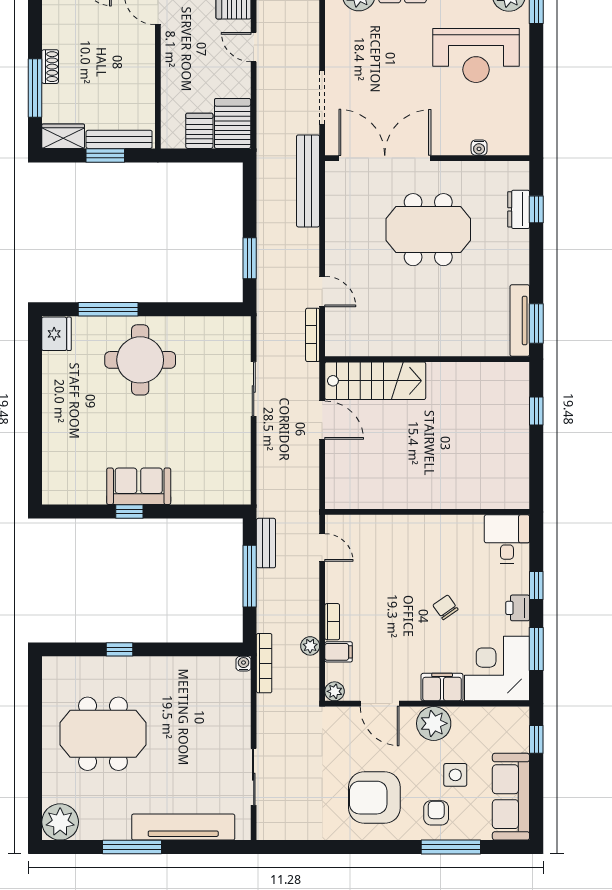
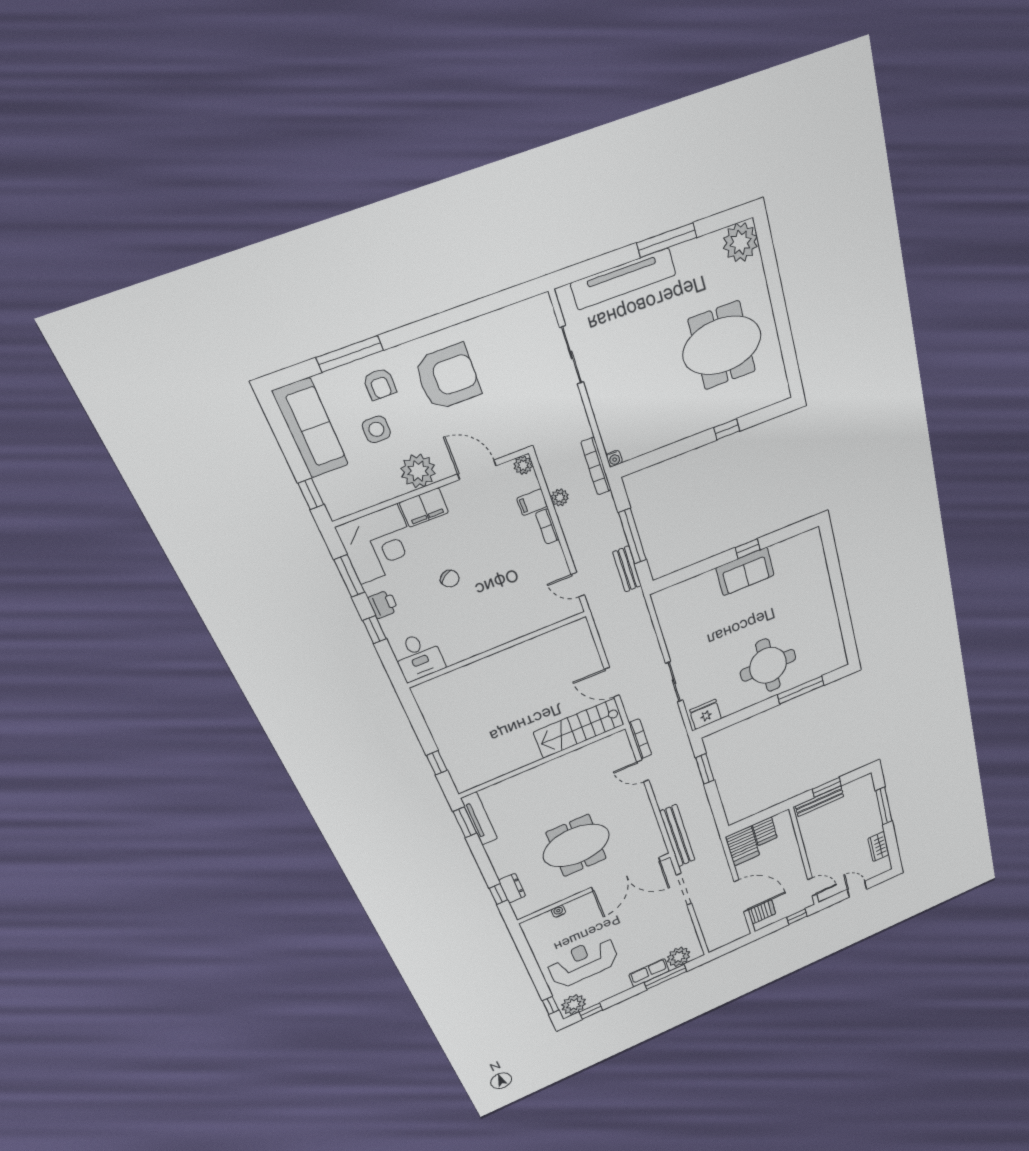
door: (254, 47) -> (741, 896), width x1.88
shoe rack: (50, 67) -> (876, 823), removed
wardrobe: (63, 136) -> (879, 847), moved, turned 90
fridge: (56, 334) -> (706, 714), moved, turned 90

